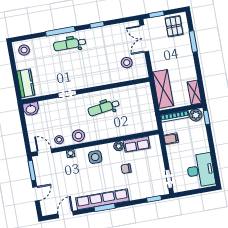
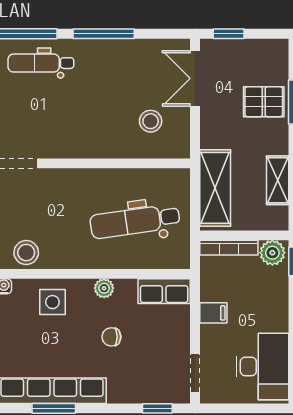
window: (97, 25) -> (104, 34), width x2.17
pallet: (174, 26) -> (264, 102), moved, turned 90
shelving: (194, 92) -> (278, 180), moved
dental chair: (104, 108) -> (135, 221), moved, width x1.36, depth x1.38
filing cabinet: (171, 139) -> (213, 313), moved
row of seats: (137, 144) -> (164, 291), moved

